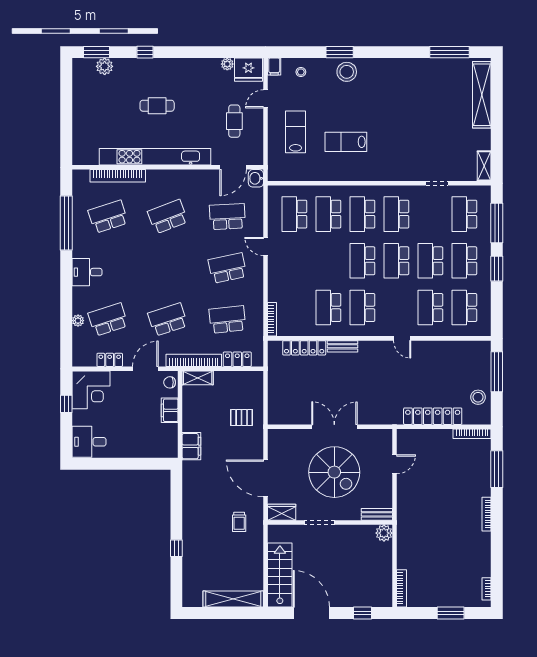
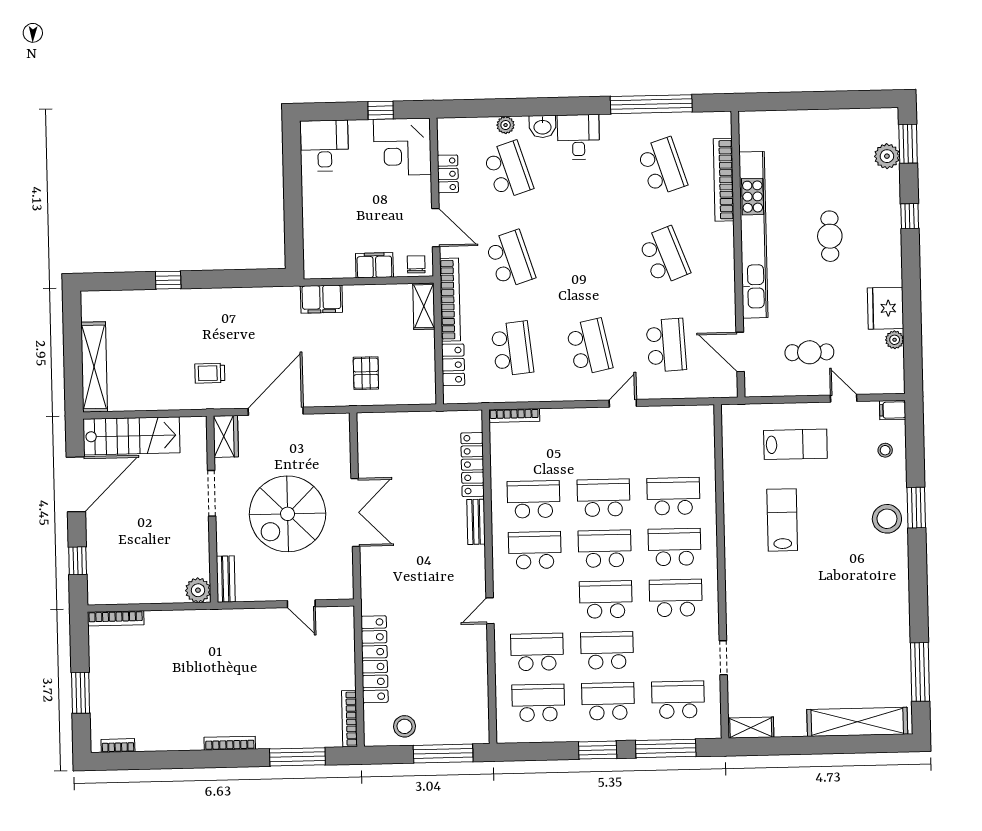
fridge: (248, 70) -> (885, 308), moved
washbasin: (256, 178) -> (543, 127), moved, turned 180
school desk: (294, 214) -> (604, 498), moved

